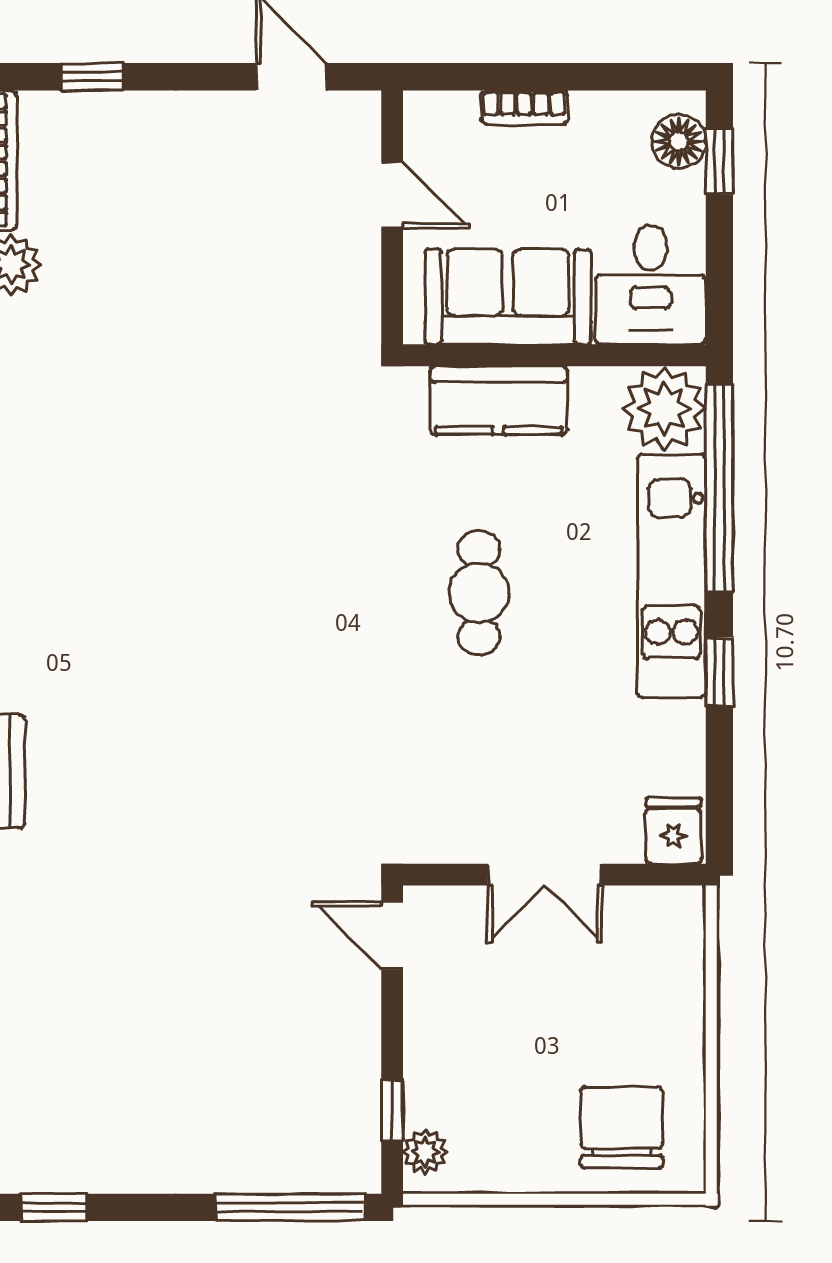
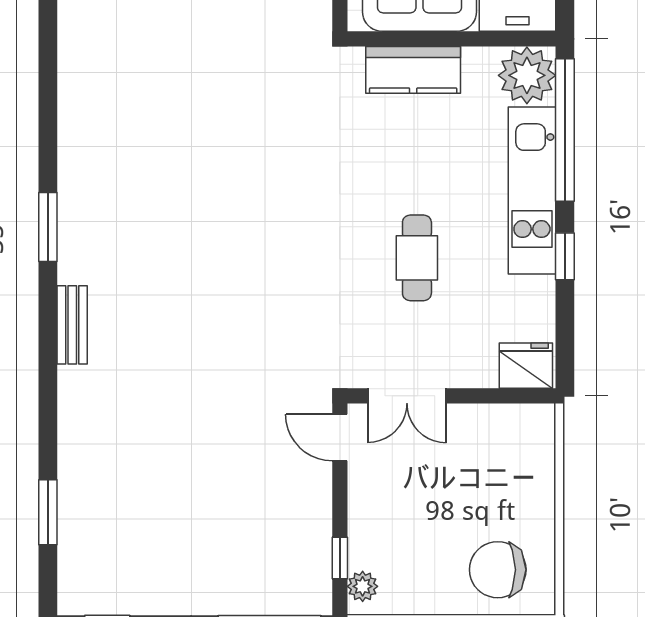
cafe table: (479, 593) -> (417, 258), moved
fridge: (673, 831) -> (526, 366), width x1.38
double door: (545, 875) -> (407, 396), moved
chair: (622, 1128) -> (498, 570), turned -90

